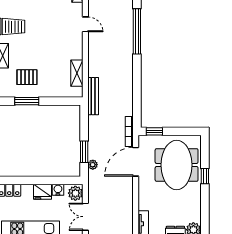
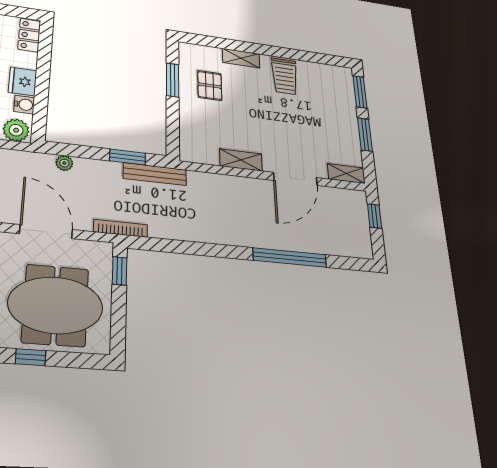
door: (85, 24) -> (295, 179), width x1.88
shelving: (77, 73) -> (241, 160), moved
bench: (93, 96) -> (155, 174), moved
window: (84, 152) -> (128, 157), moved
door: (136, 162) -> (46, 232), moved

